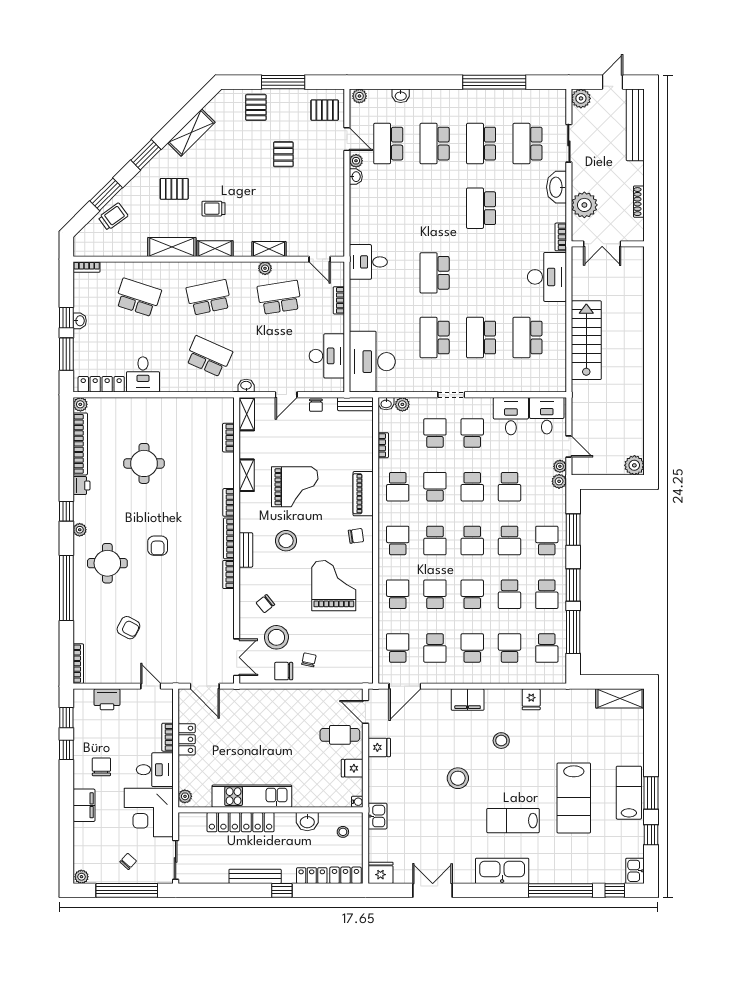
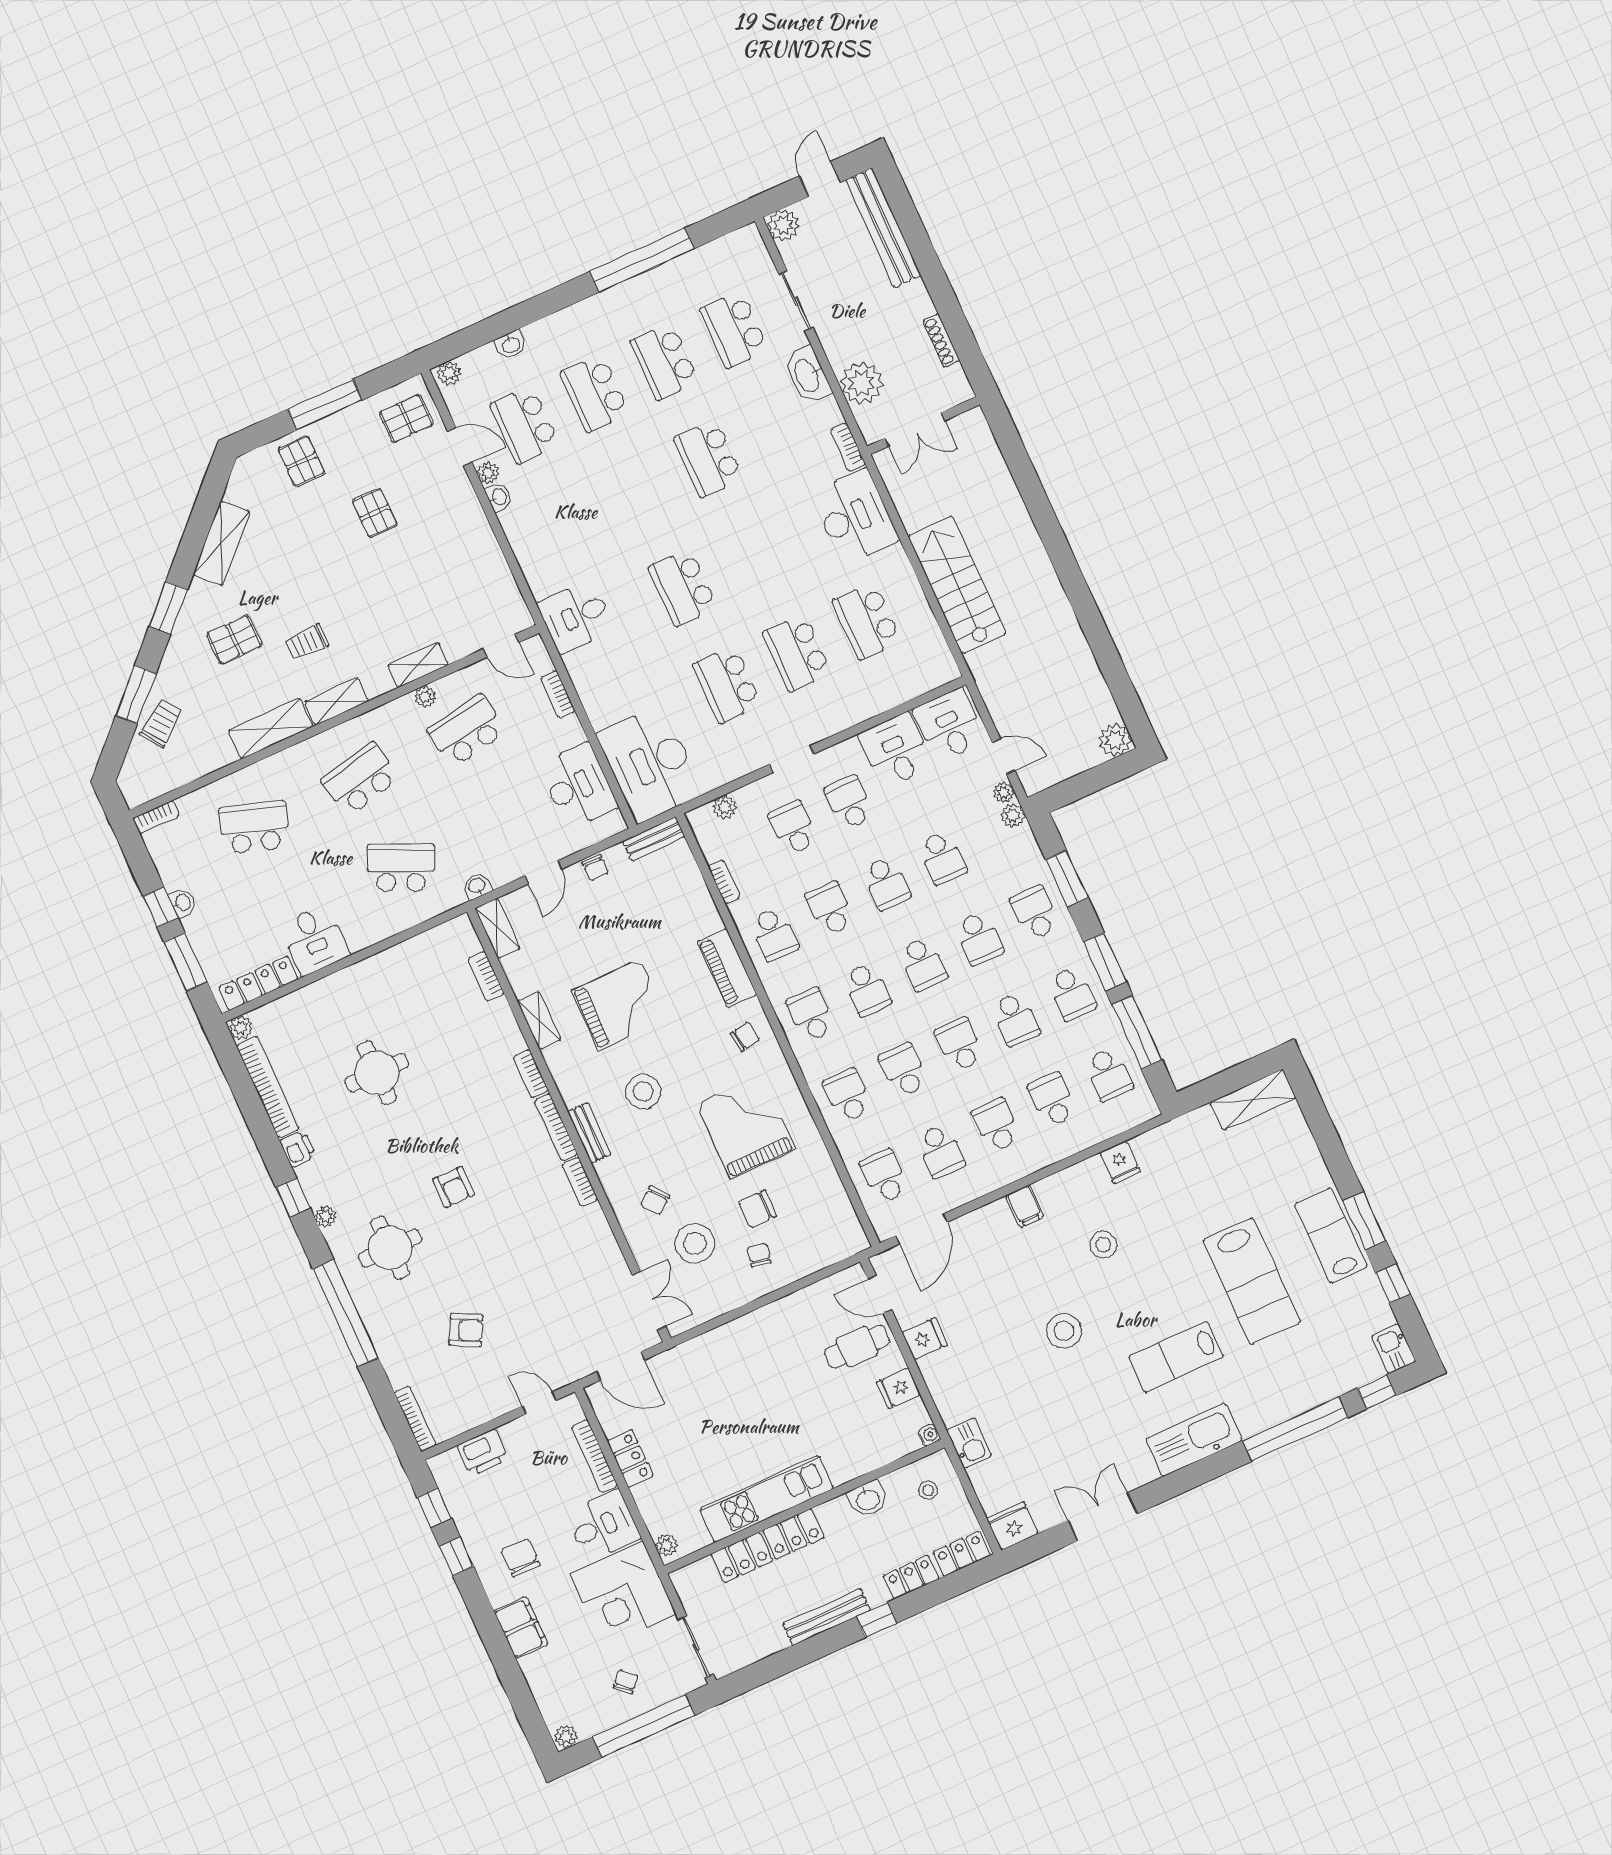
washbasin: (386, 404) -> (700, 817), removed
chair: (284, 671) -> (758, 1209), moved
filing cabinet: (468, 700) -> (1025, 1206), width x0.50
bookcase: (168, 737) -> (594, 1456), width x1.56

